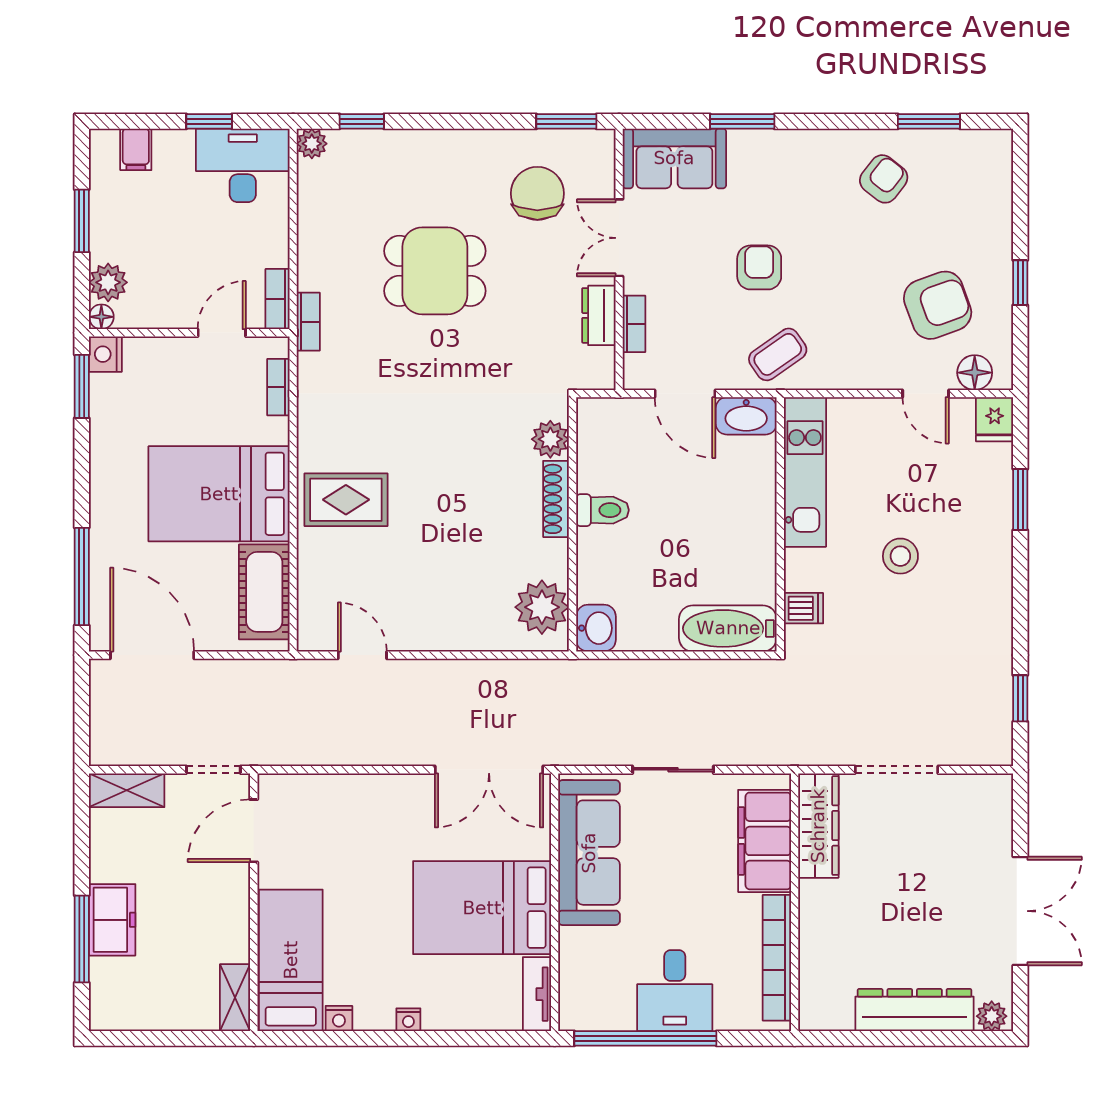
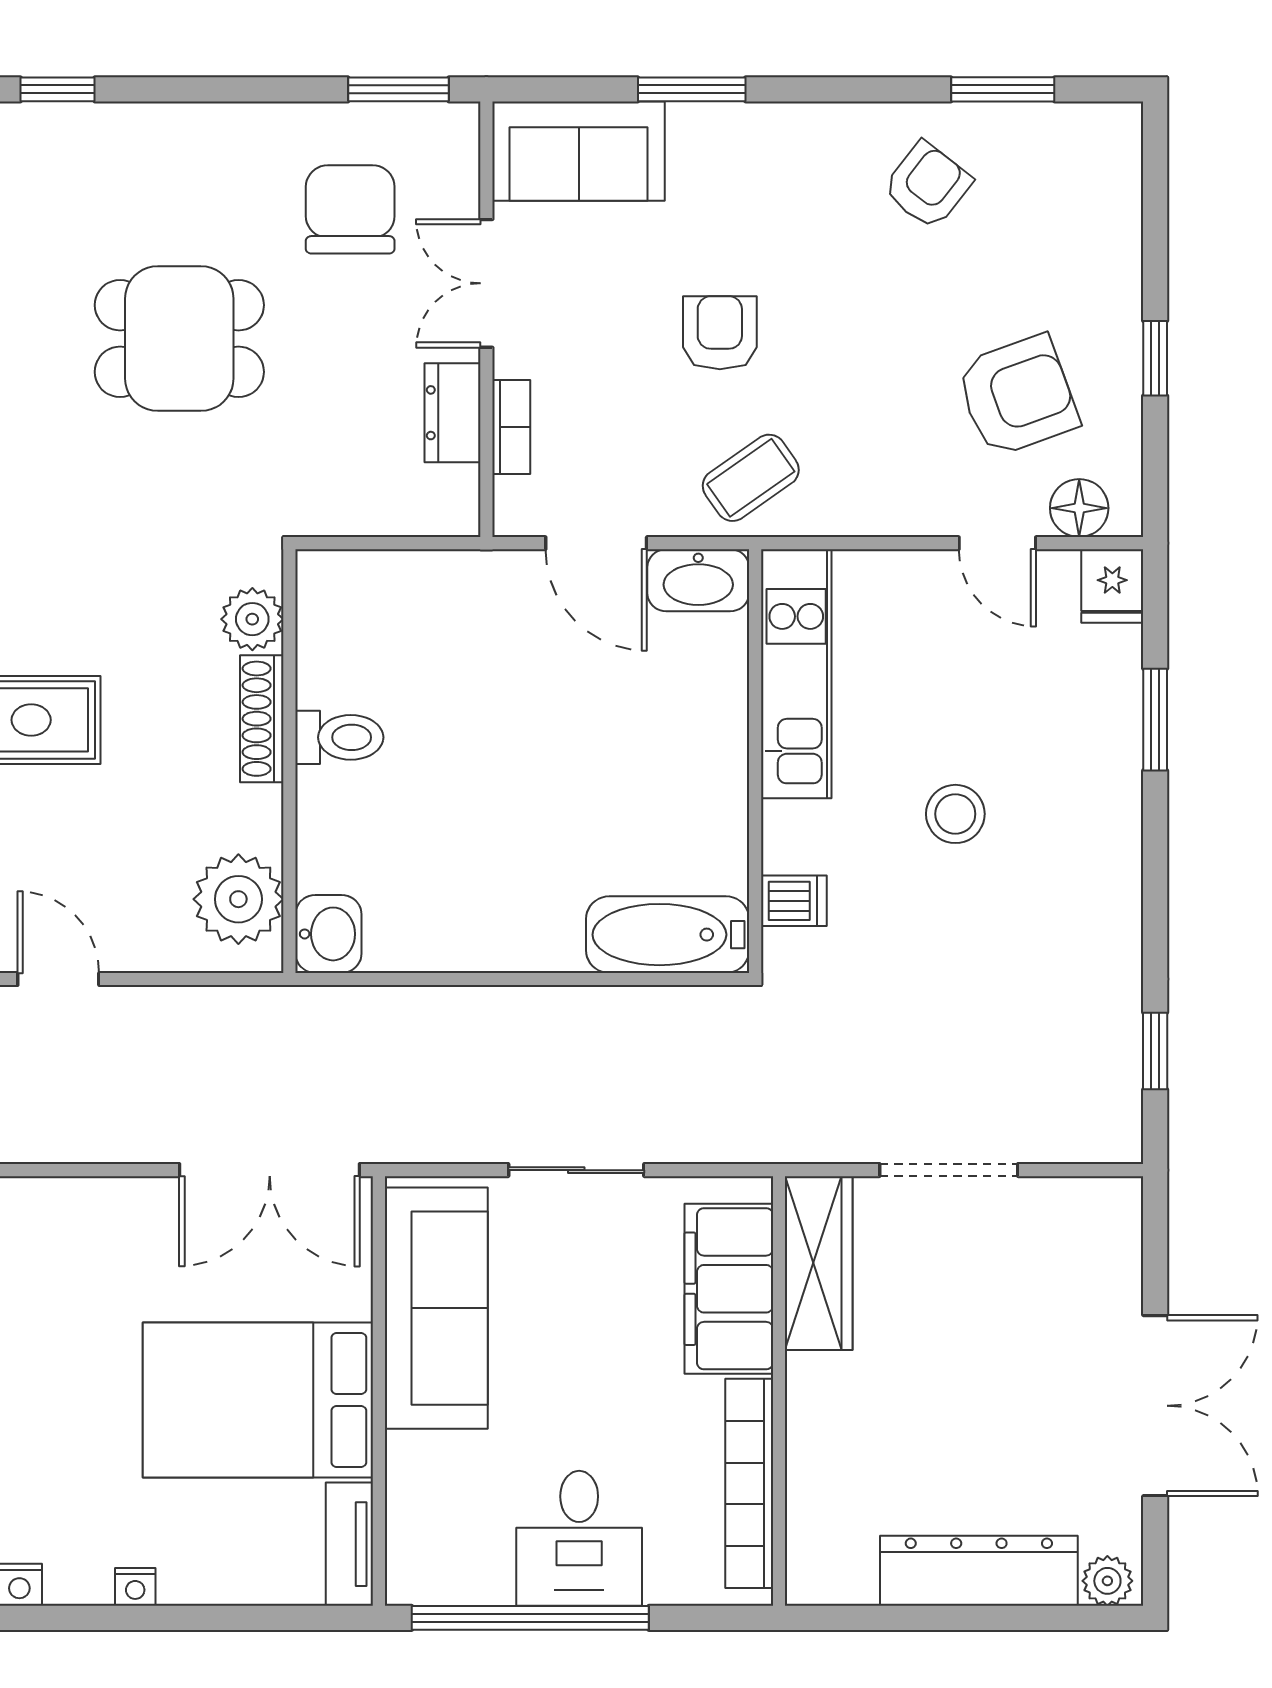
plant: (550, 439) -> (252, 619), moved
shoe rack: (556, 499) -> (262, 719), moved
toilet: (603, 510) -> (339, 737), moved
wall: (573, 524) -> (289, 761), moved
plant: (542, 607) -> (238, 899), moved
washbasin: (596, 628) -> (328, 934), moved

